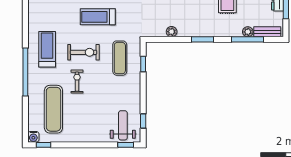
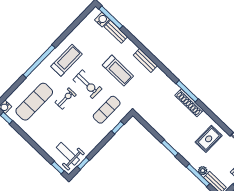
treadmill: (98, 17) -> (118, 71), turned 180
plant: (172, 32) -> (155, 124), removed
weight bench: (123, 125) -> (68, 154), turned -90

